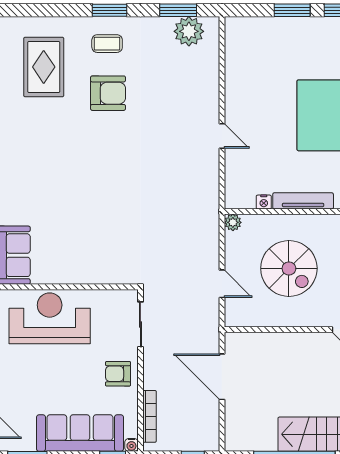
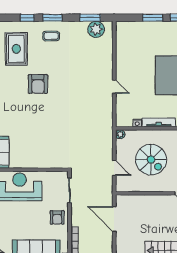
window: (64, 10) -> (27, 18), added
armchair: (108, 93) -> (38, 84), moved, turned 90
armchair: (118, 374) -> (57, 217), turned -90

